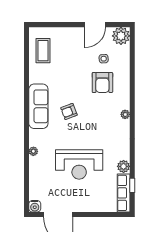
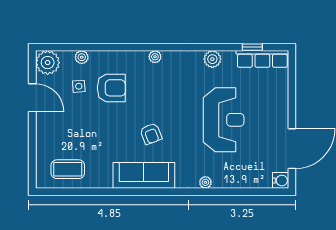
plant: (125, 61) -> (82, 57), added
plant: (124, 166) -> (212, 59), moved

